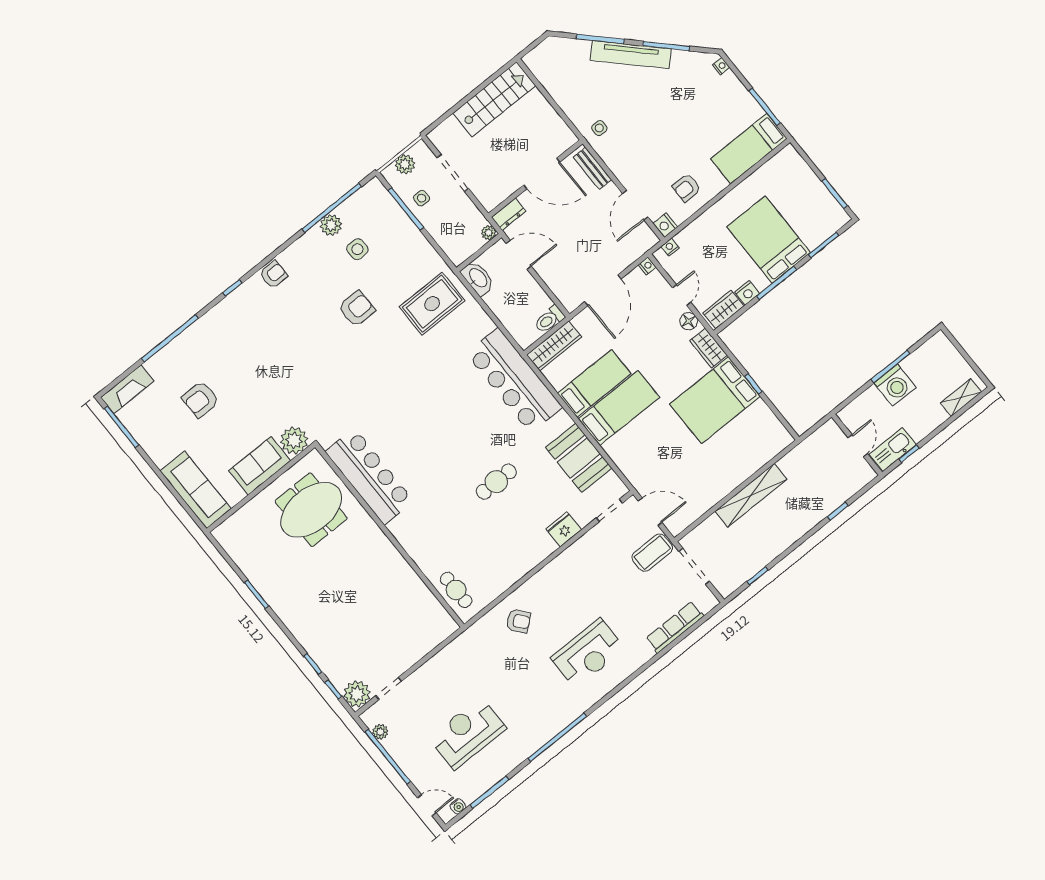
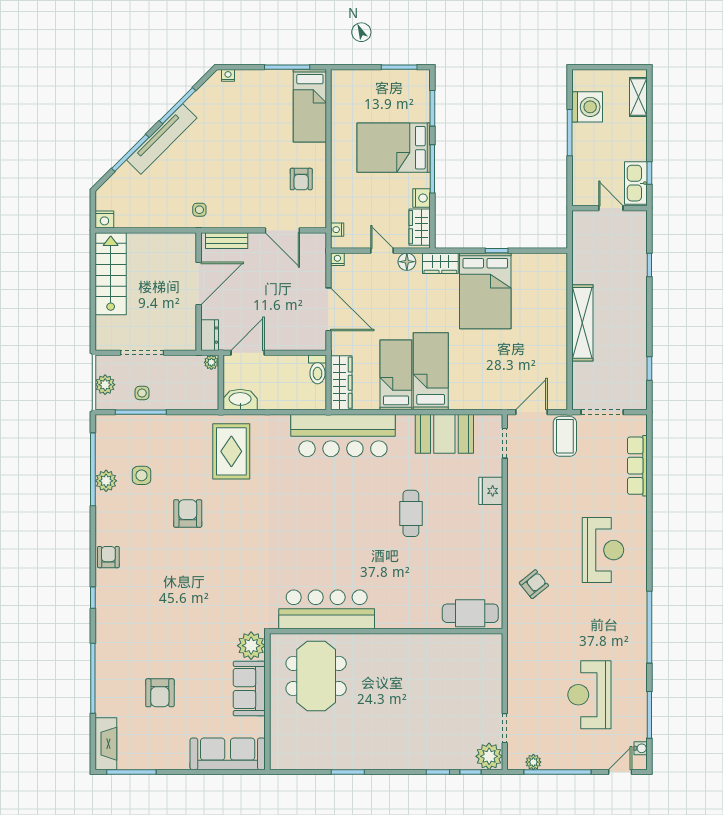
nightstand: (665, 225) -> (104, 220), moved
washing machine: (895, 385) -> (587, 107), moved
cafe table: (456, 590) -> (470, 613), width x1.37, depth x1.35

